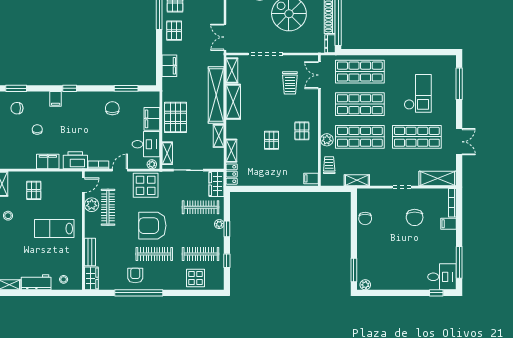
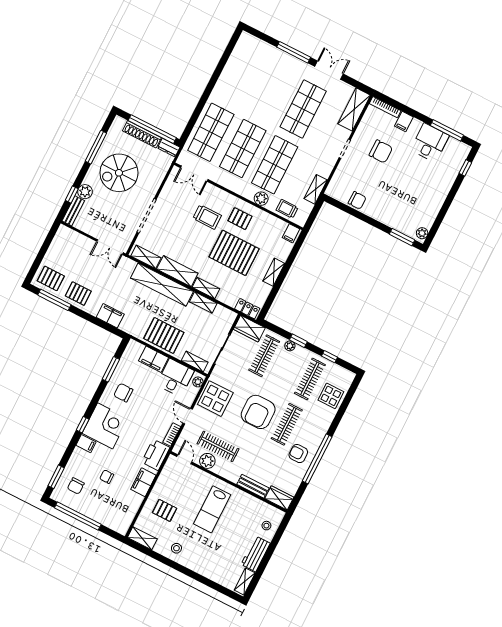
trolley: (290, 83) -> (207, 217), moved
window: (459, 84) -> (294, 52), moved
checkout: (418, 93) -> (261, 87), removed
corner desk: (78, 107) -> (105, 426), added
pallet: (272, 140) -> (234, 253), width x2.05, depth x2.00
shelving: (231, 151) -> (206, 288), moved
shelving: (272, 181) -> (274, 272), added
desk: (442, 277) -> (430, 143), moved

